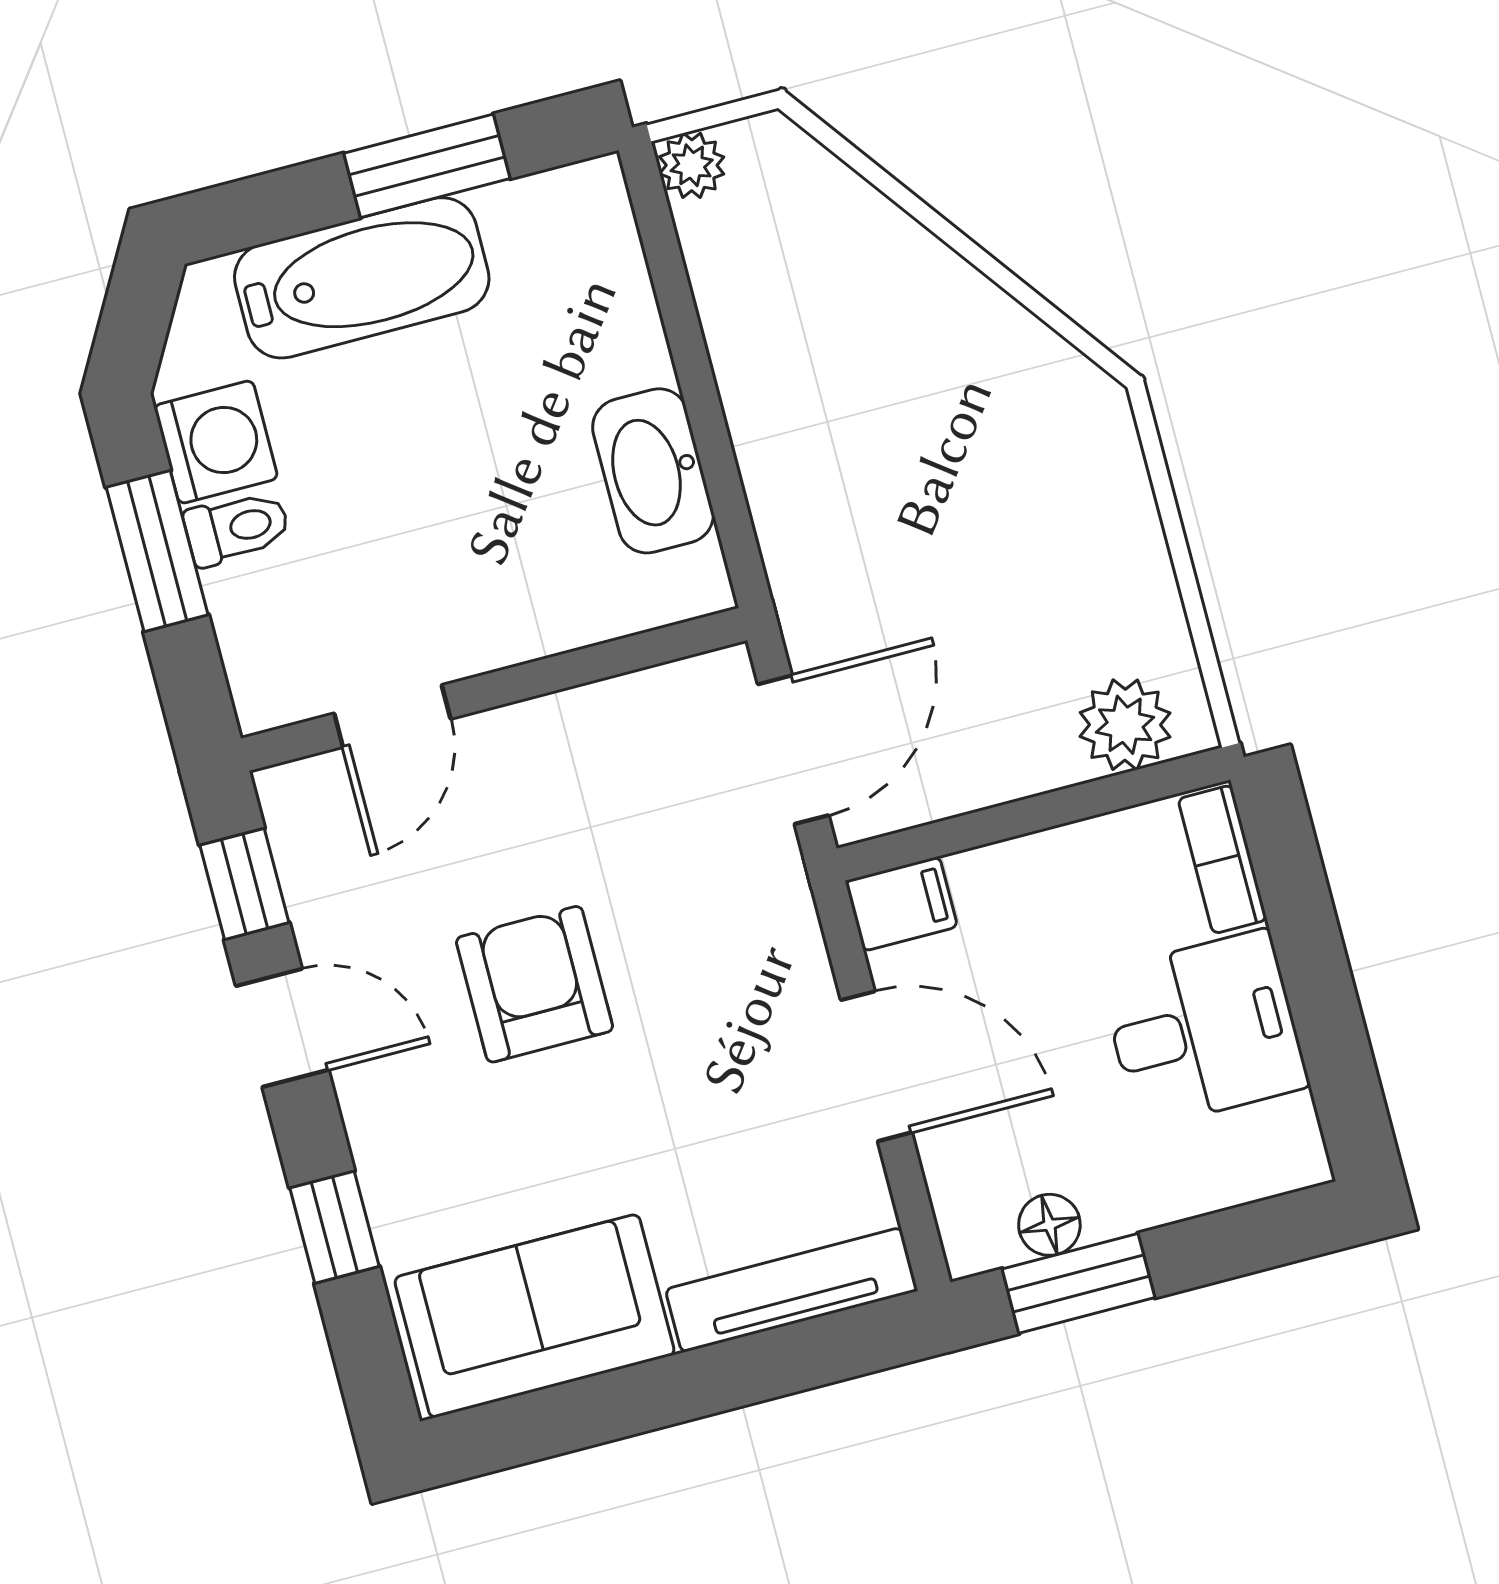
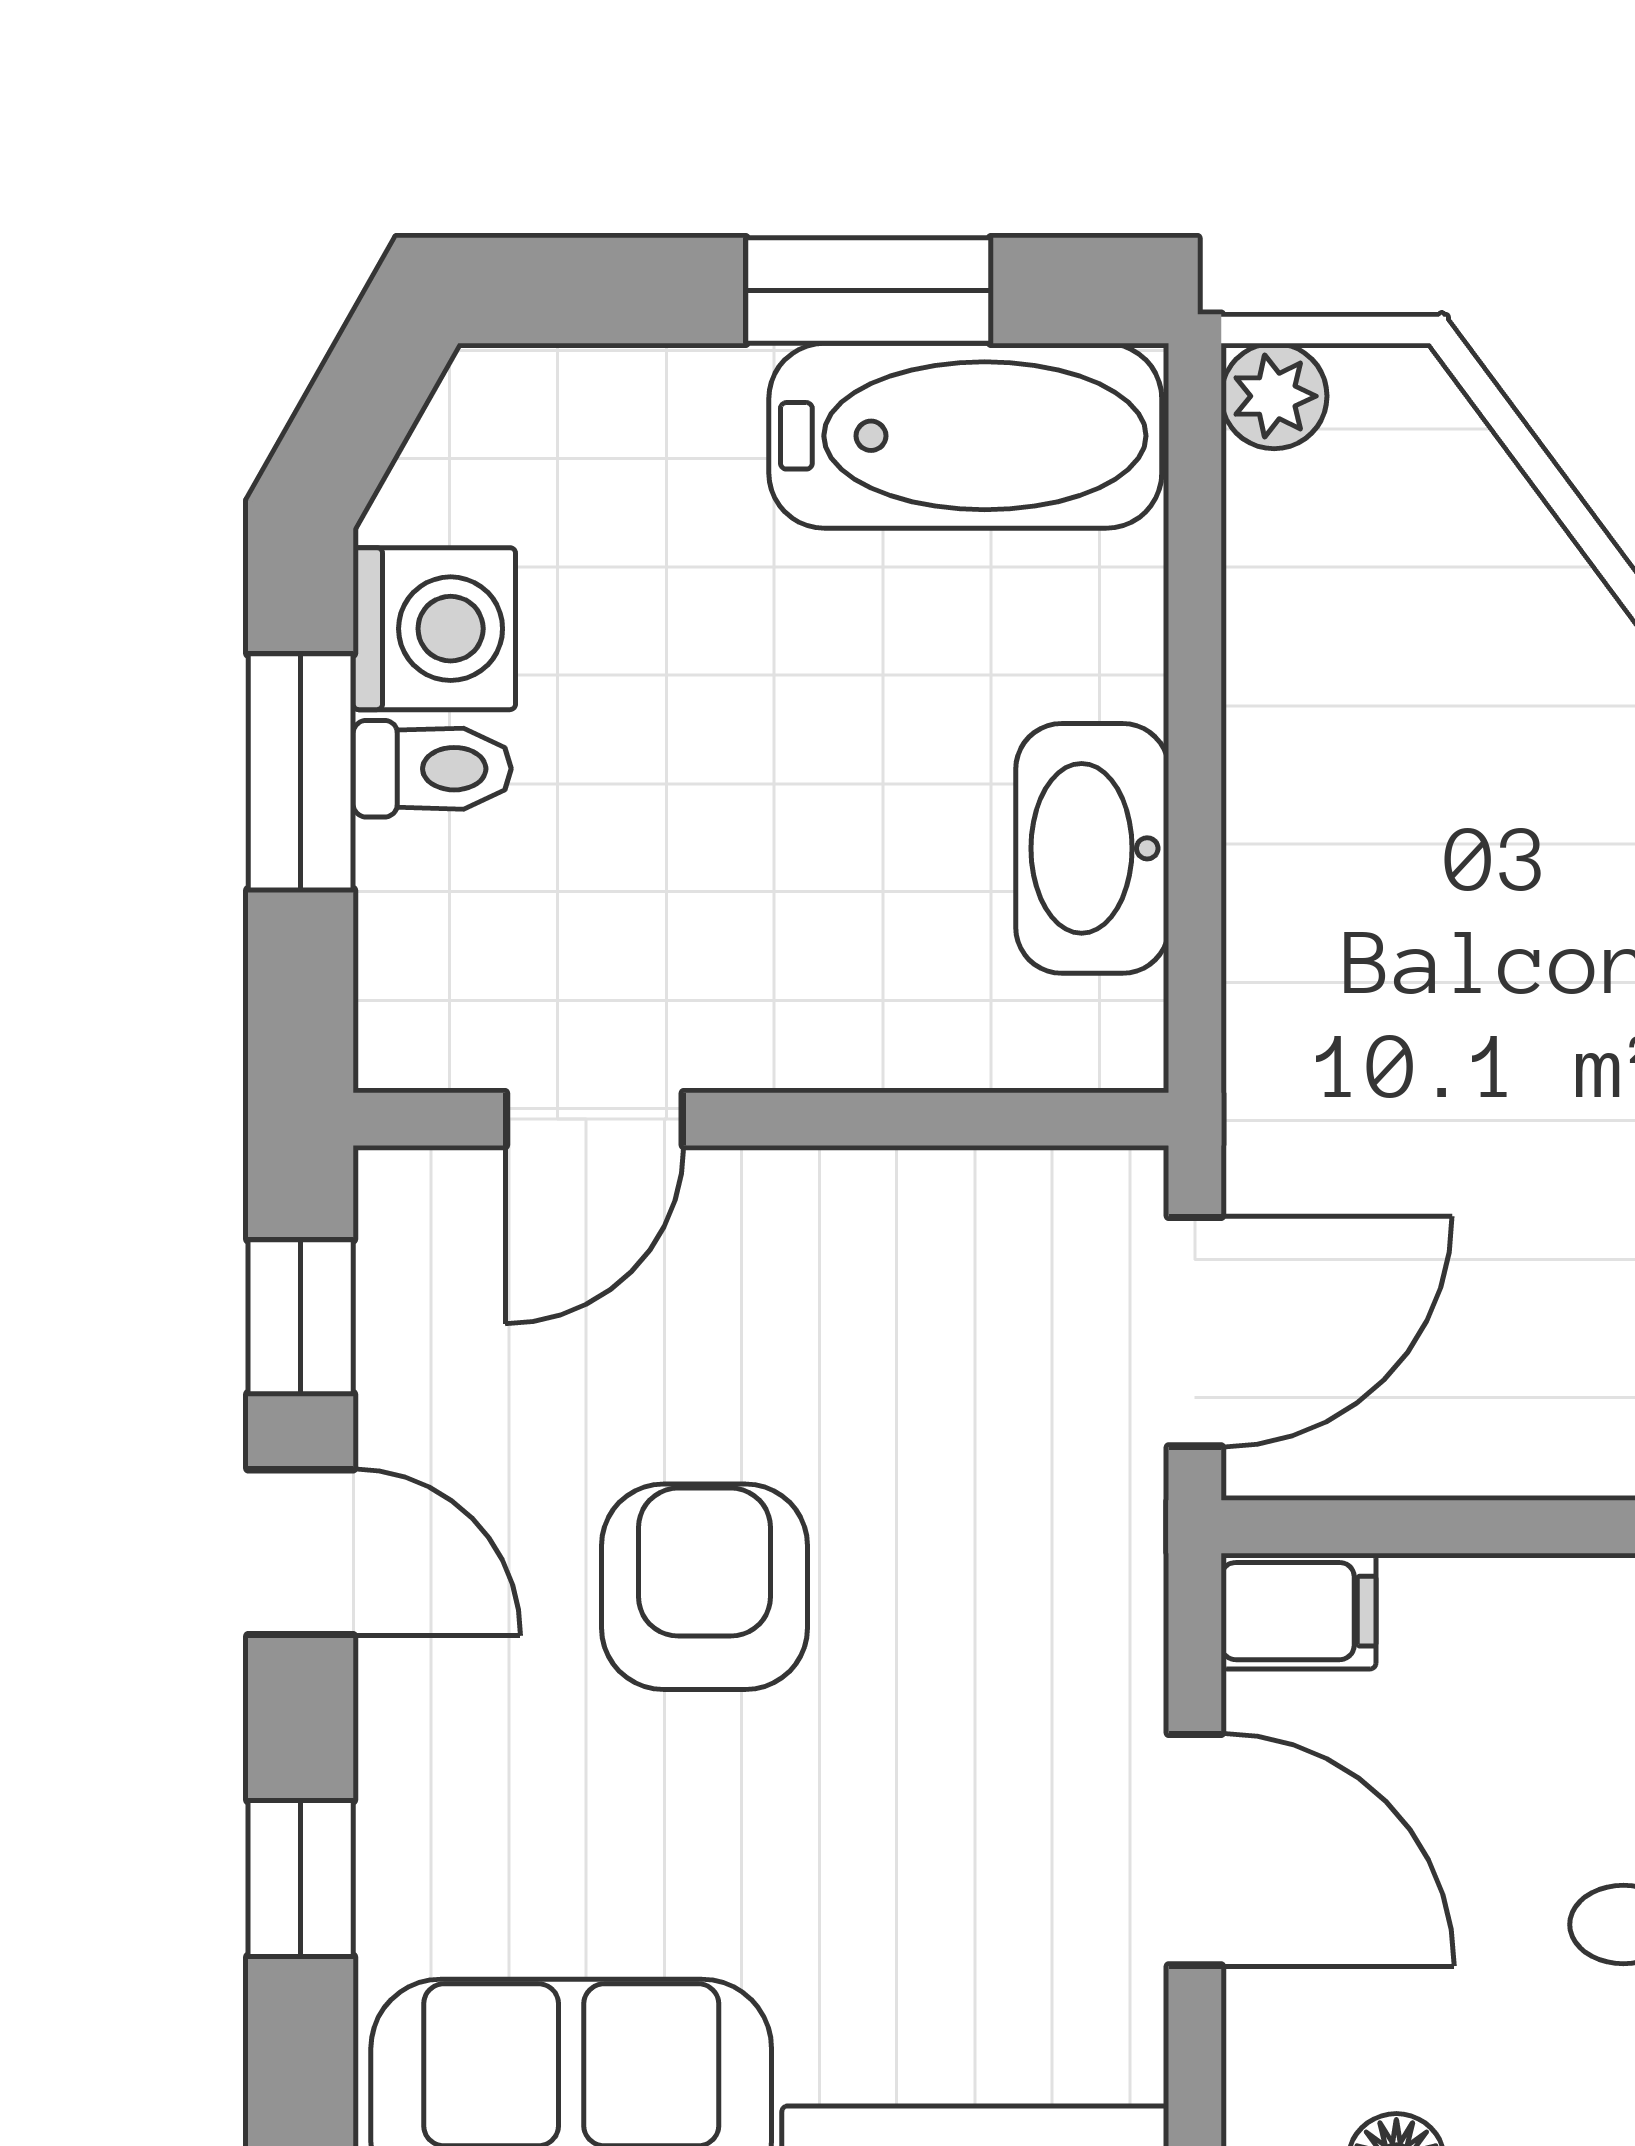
bathtub: (362, 278) -> (965, 436), moved

